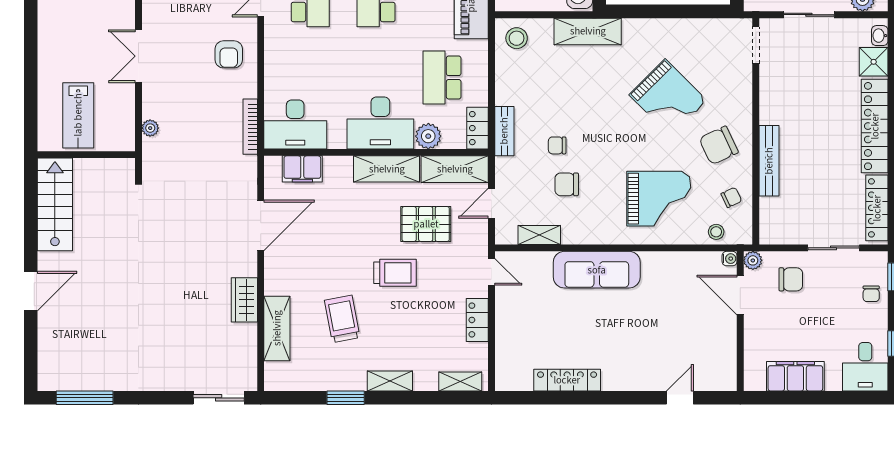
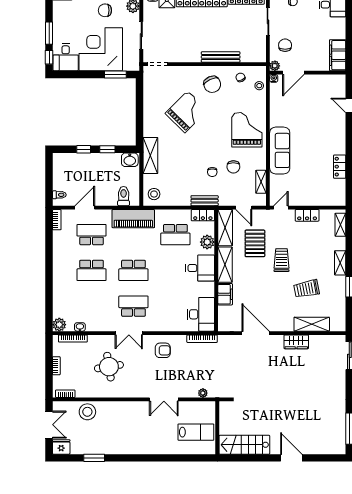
desk: (380, 123) -> (200, 268), width x0.73
filing cabinet: (302, 169) -> (225, 294), moved
grand piano: (659, 199) -> (247, 130), moved
filing cabinet: (795, 376) -> (338, 55), moved
locker: (567, 380) -> (340, 167), width x0.66

